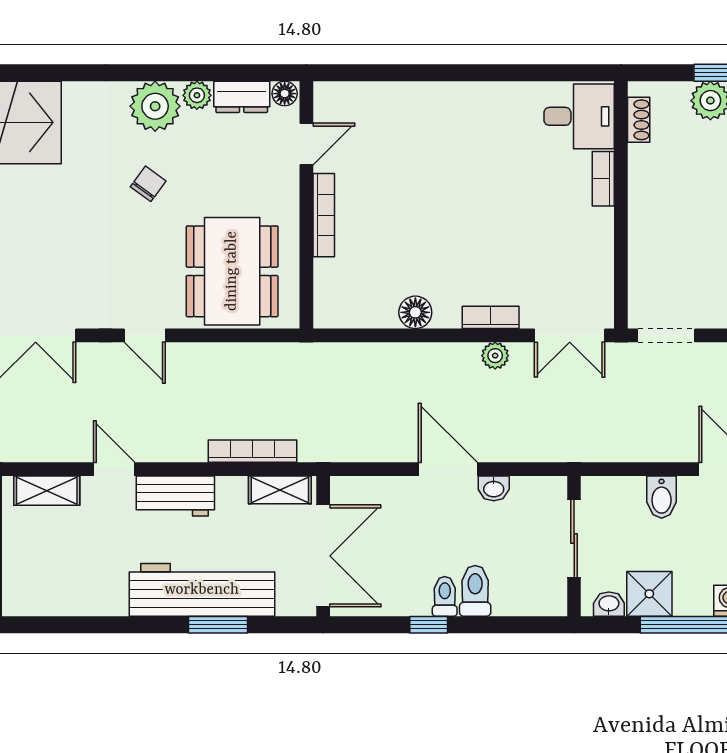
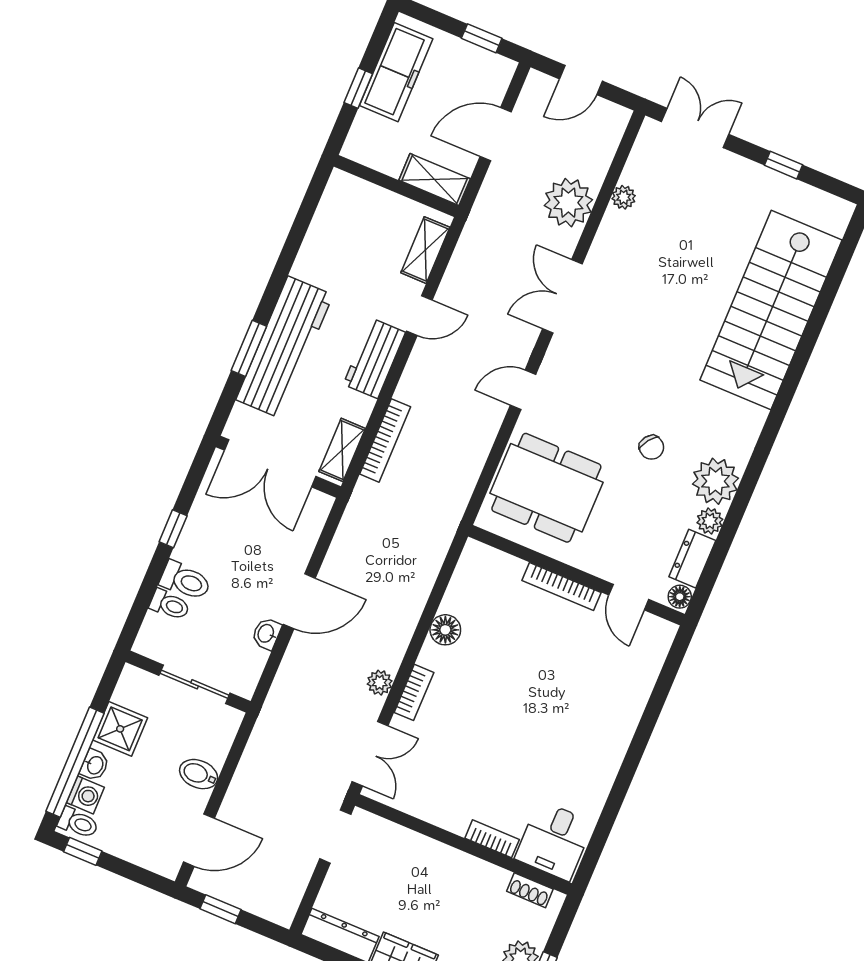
double door: (570, 335) -> (370, 754), swing flipped
toilet: (445, 596) -> (170, 605), moved
washbasin: (609, 604) -> (95, 765), moved

